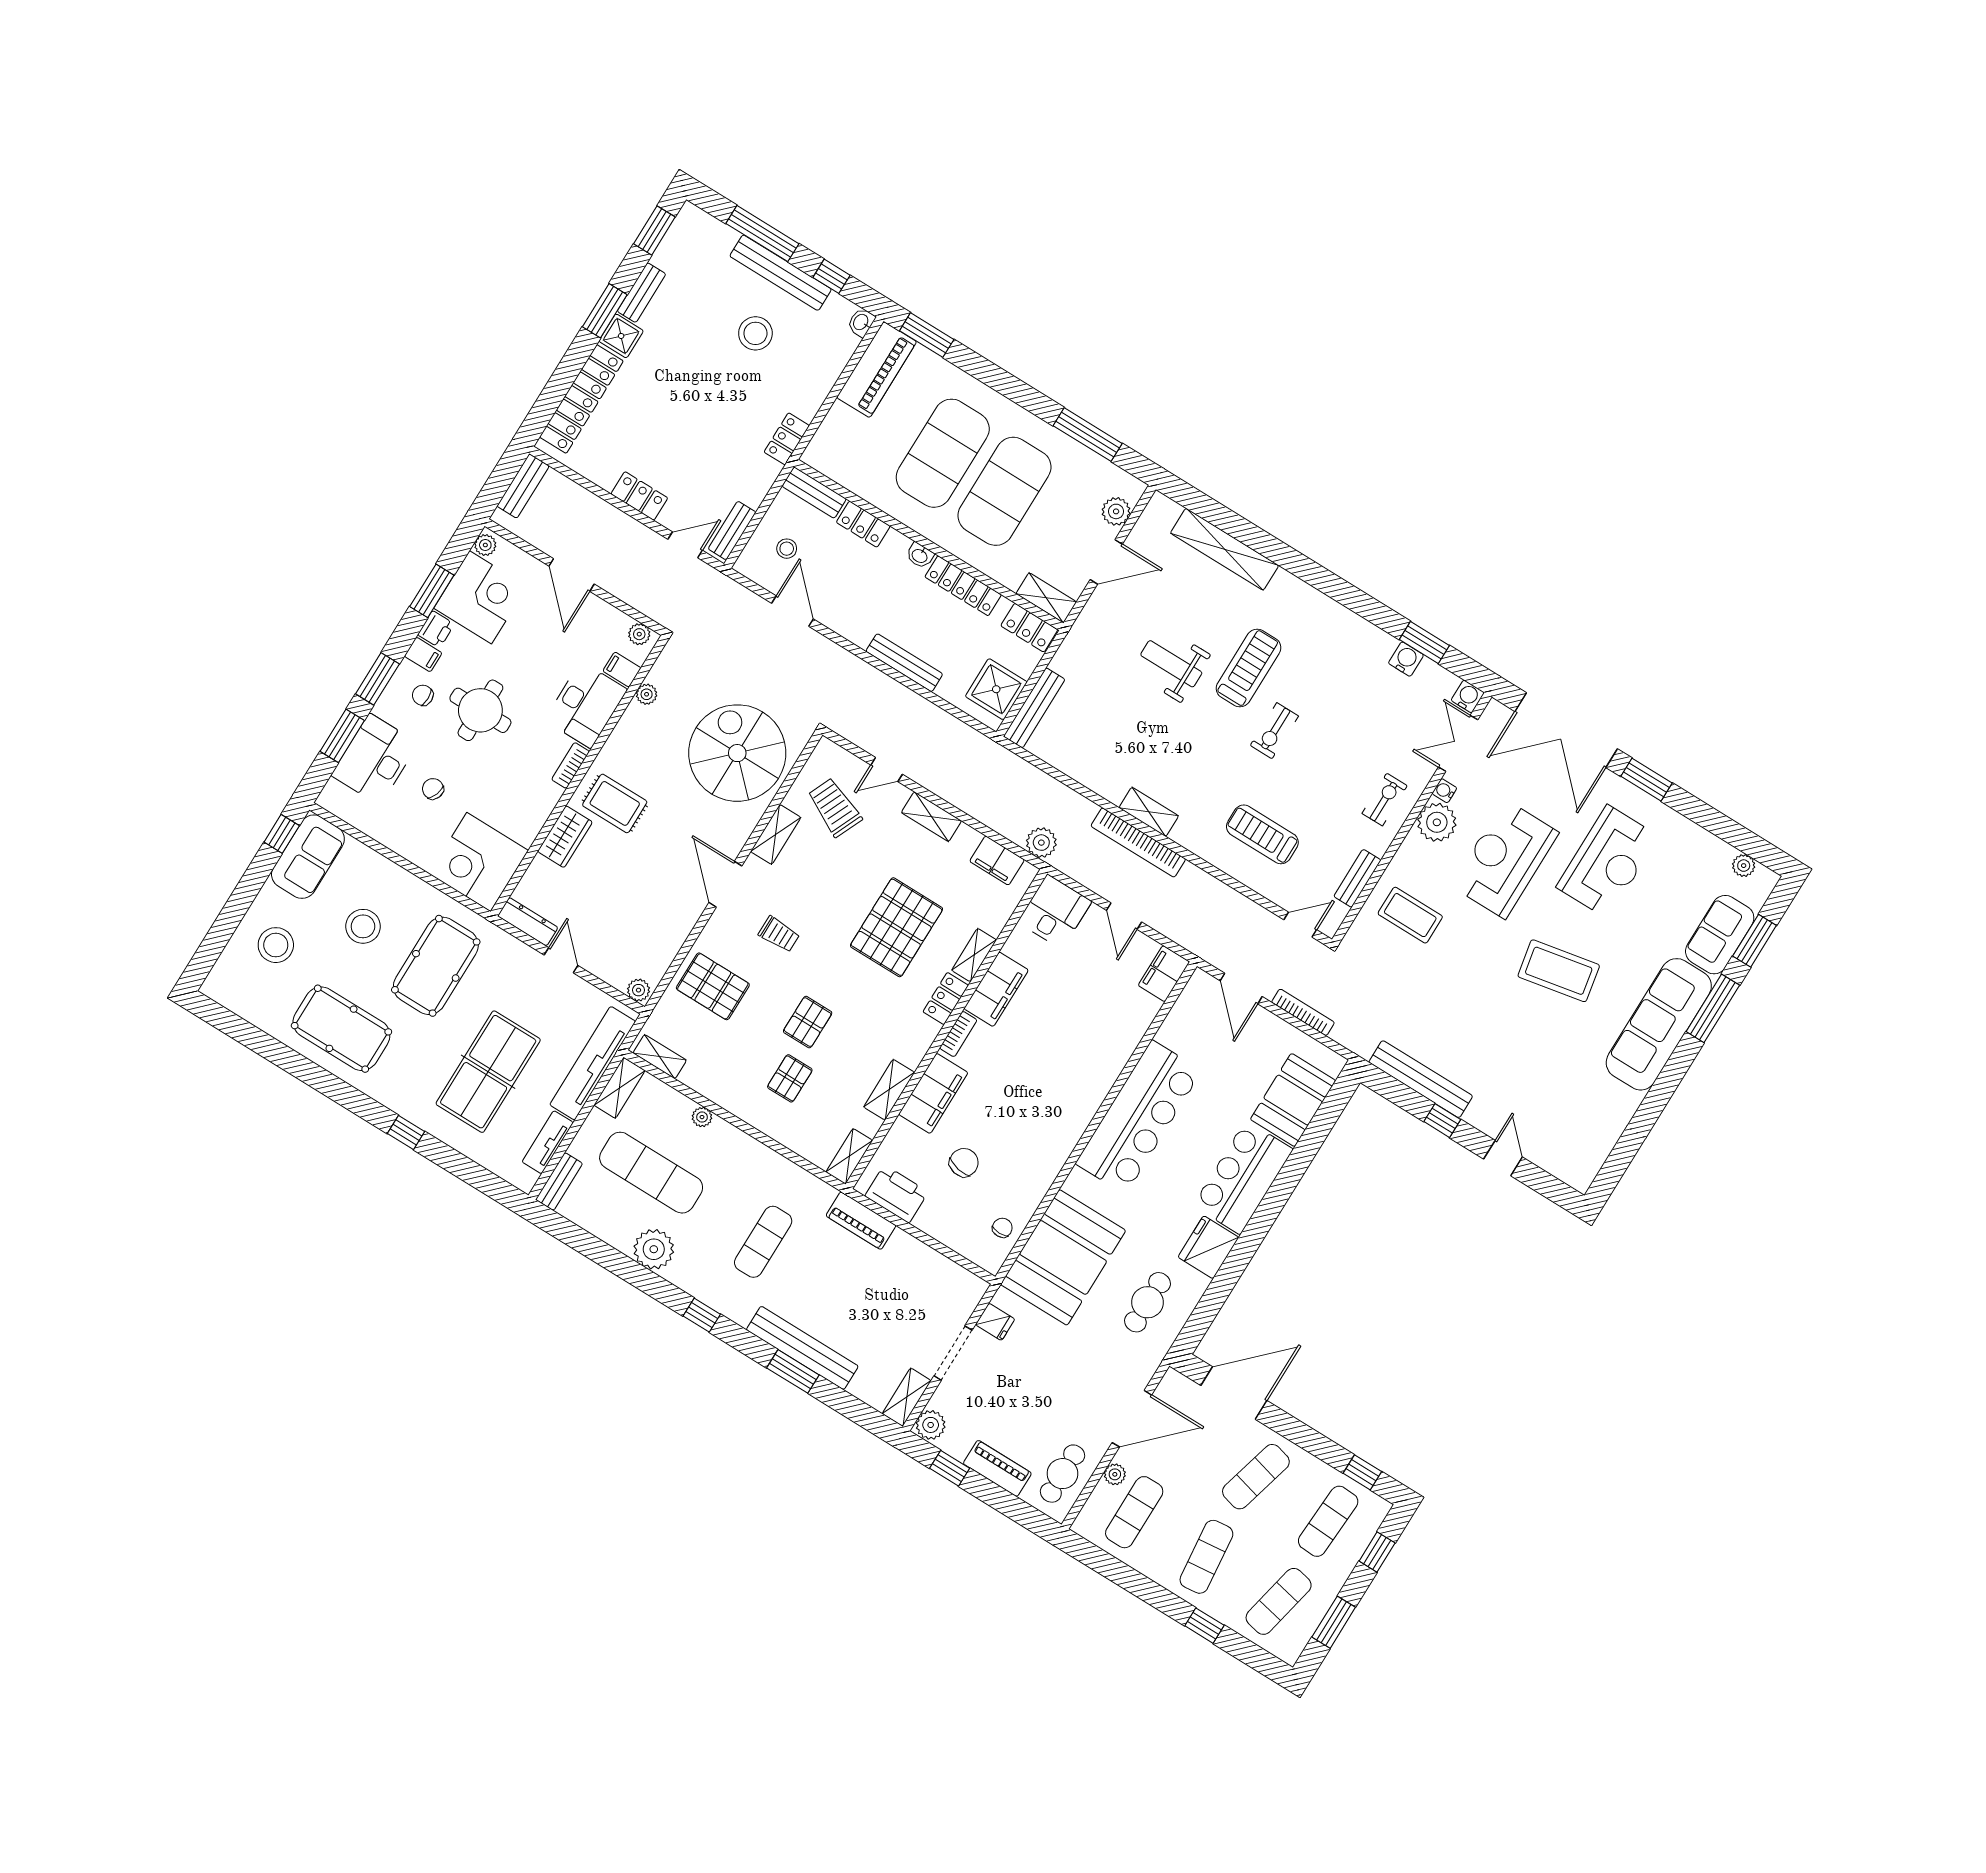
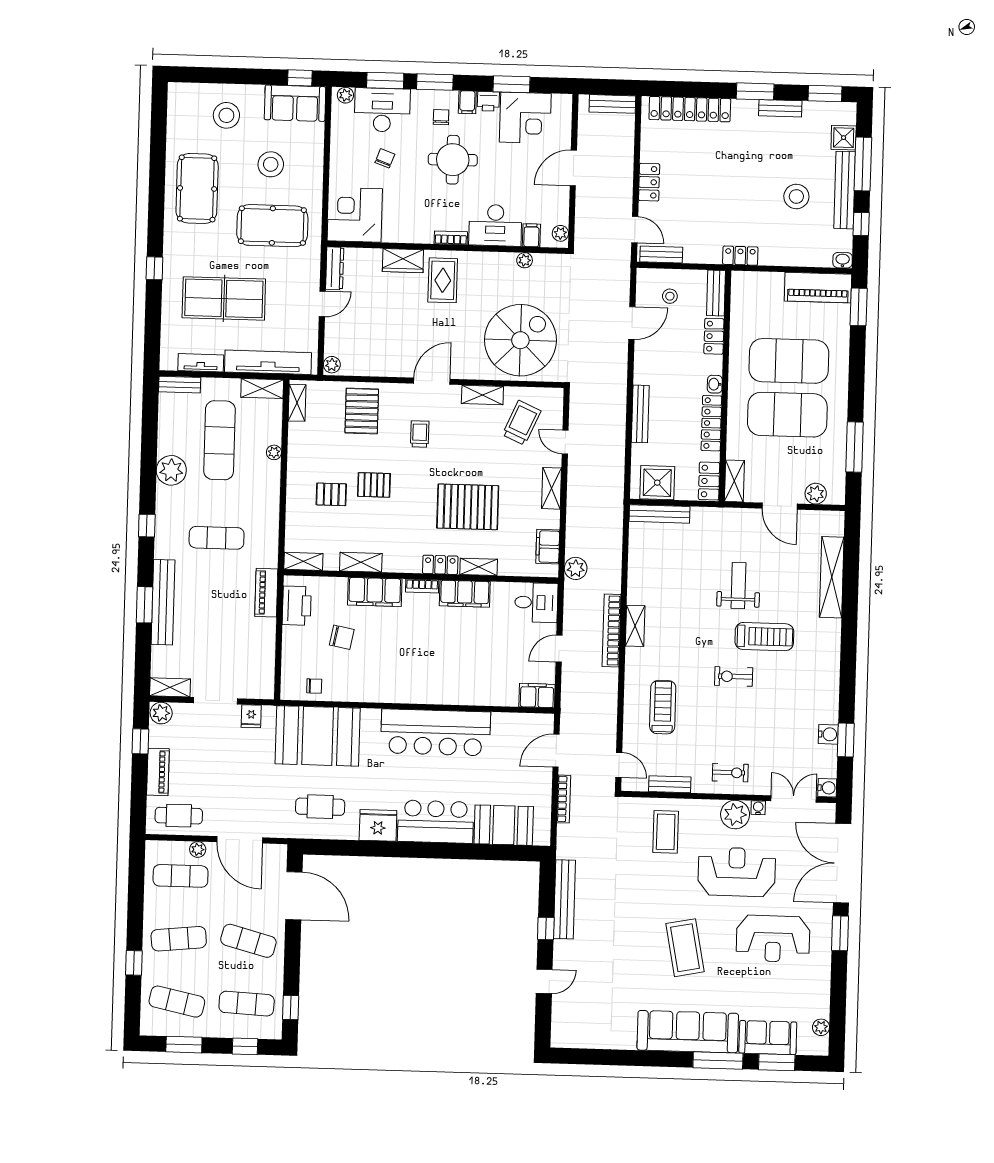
shower: (621, 336) -> (844, 138), moved
plant: (485, 545) -> (345, 95), moved
trolley: (779, 934) -> (420, 434), turned 180

